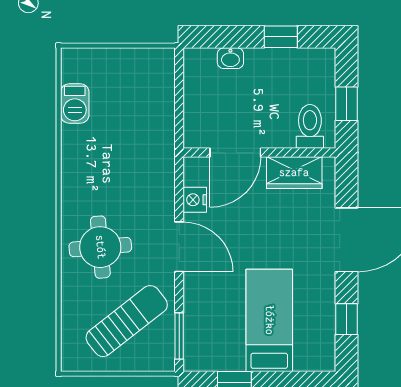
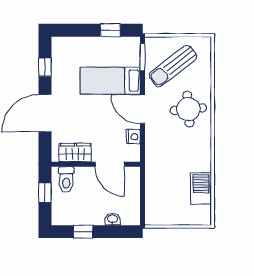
barbecue: (75, 103) -> (201, 188), width x1.38, depth x1.27
door: (235, 153) -> (110, 164), swing flipped
bed: (269, 320) -> (110, 81), moved, turned 90

